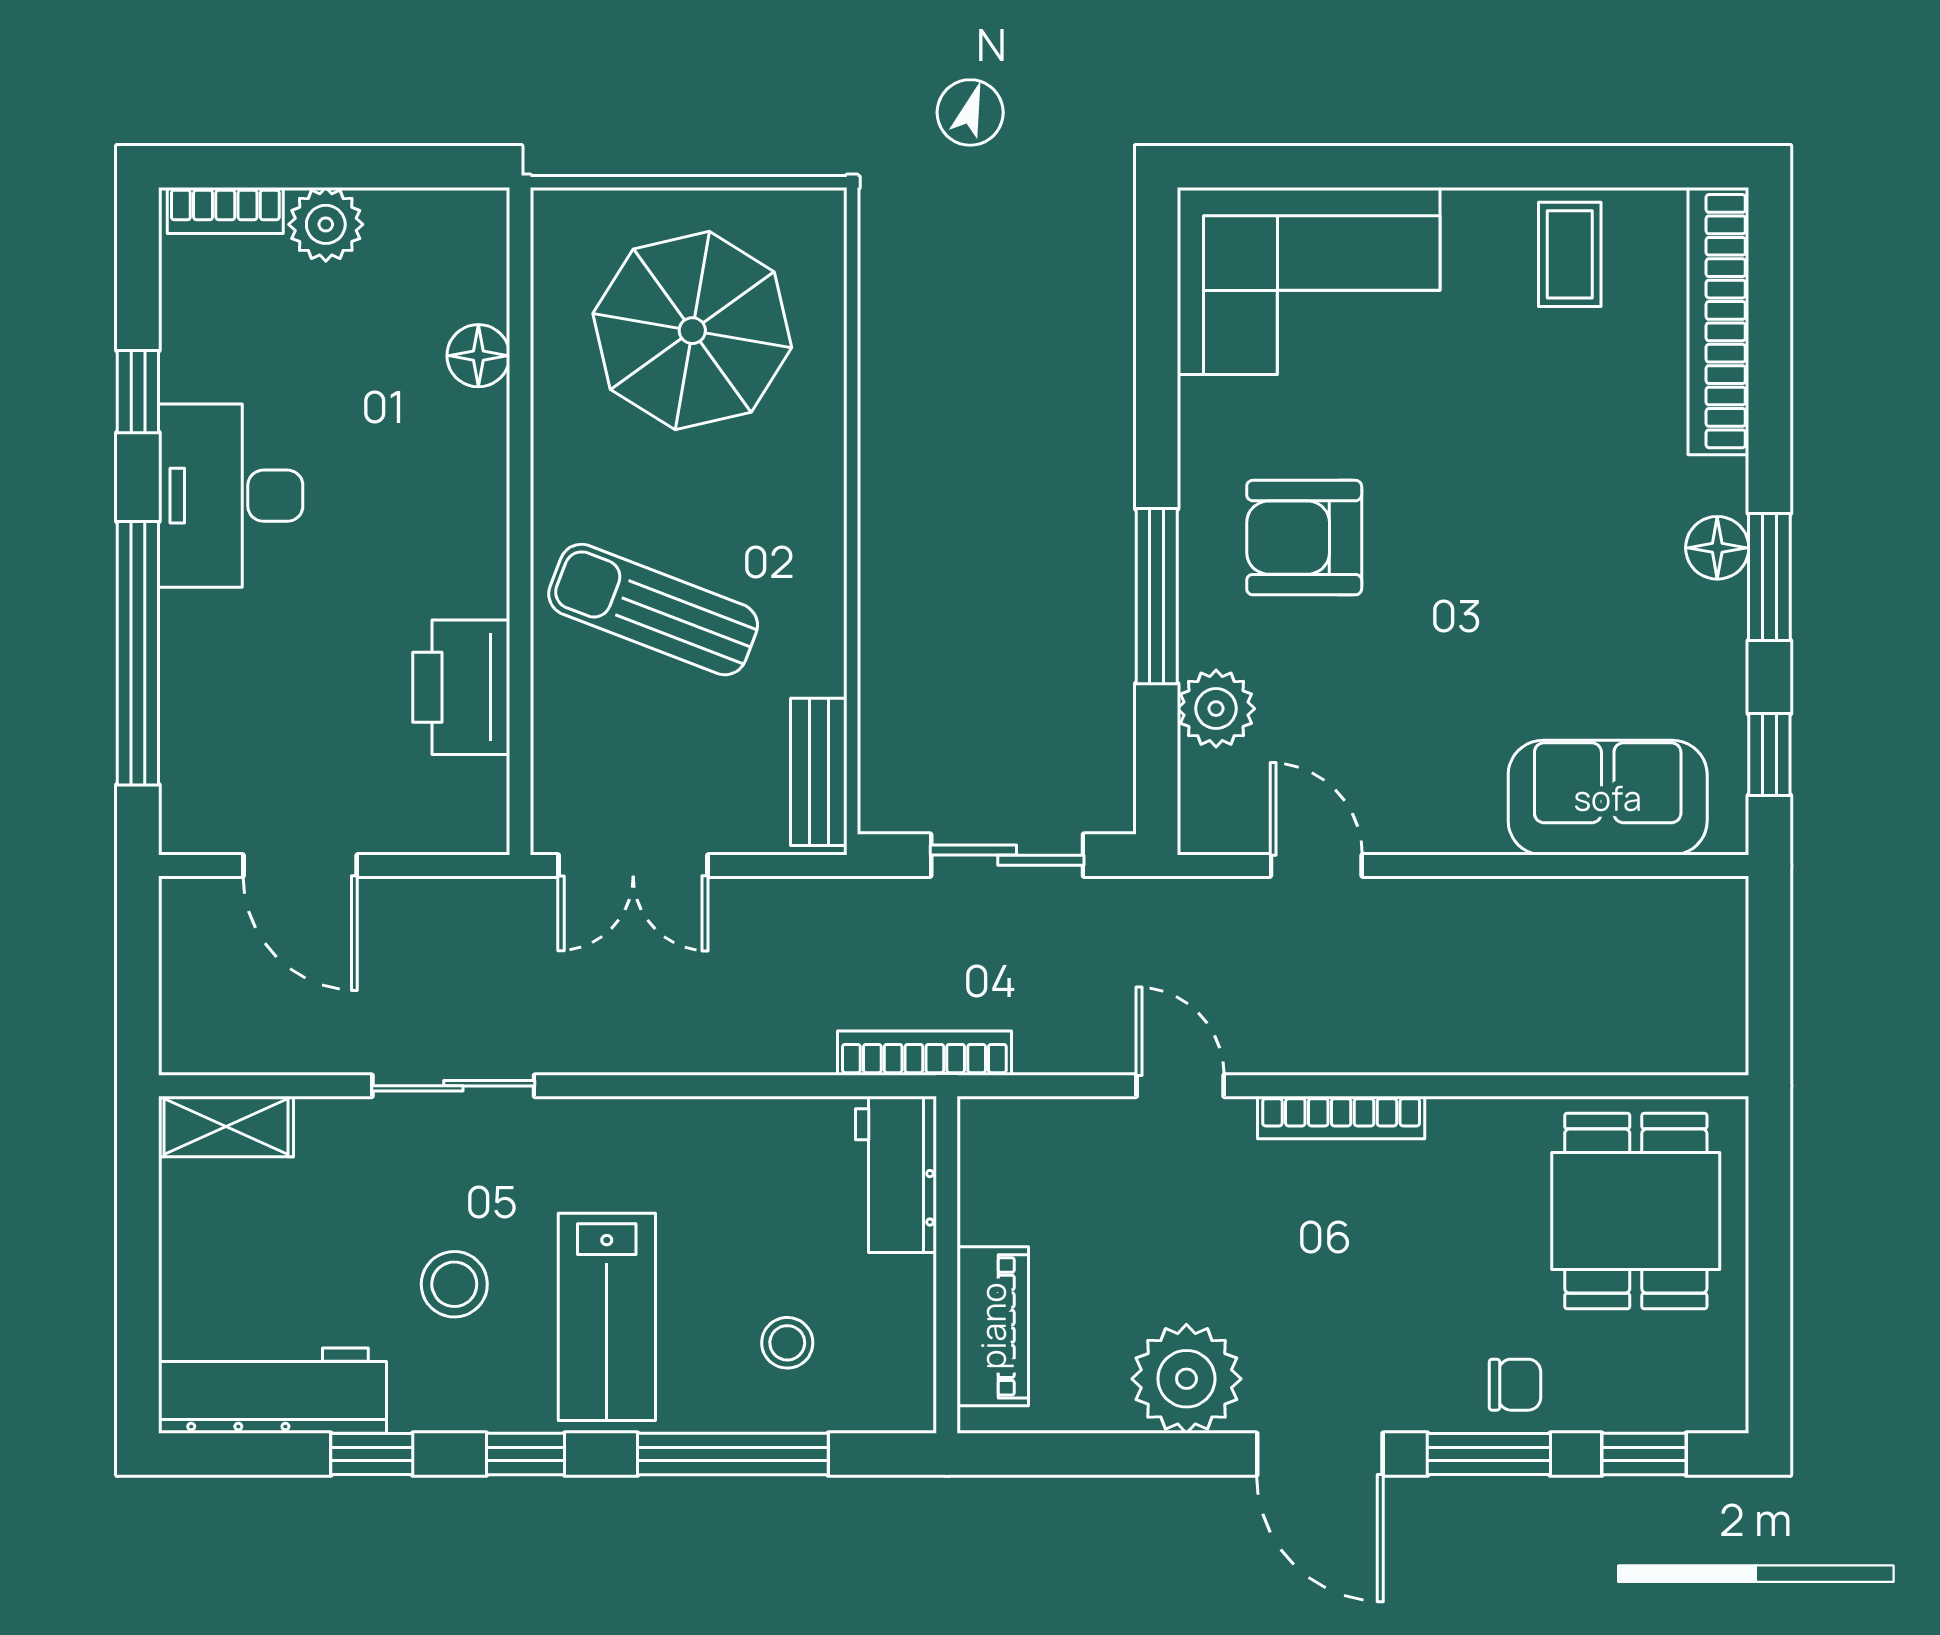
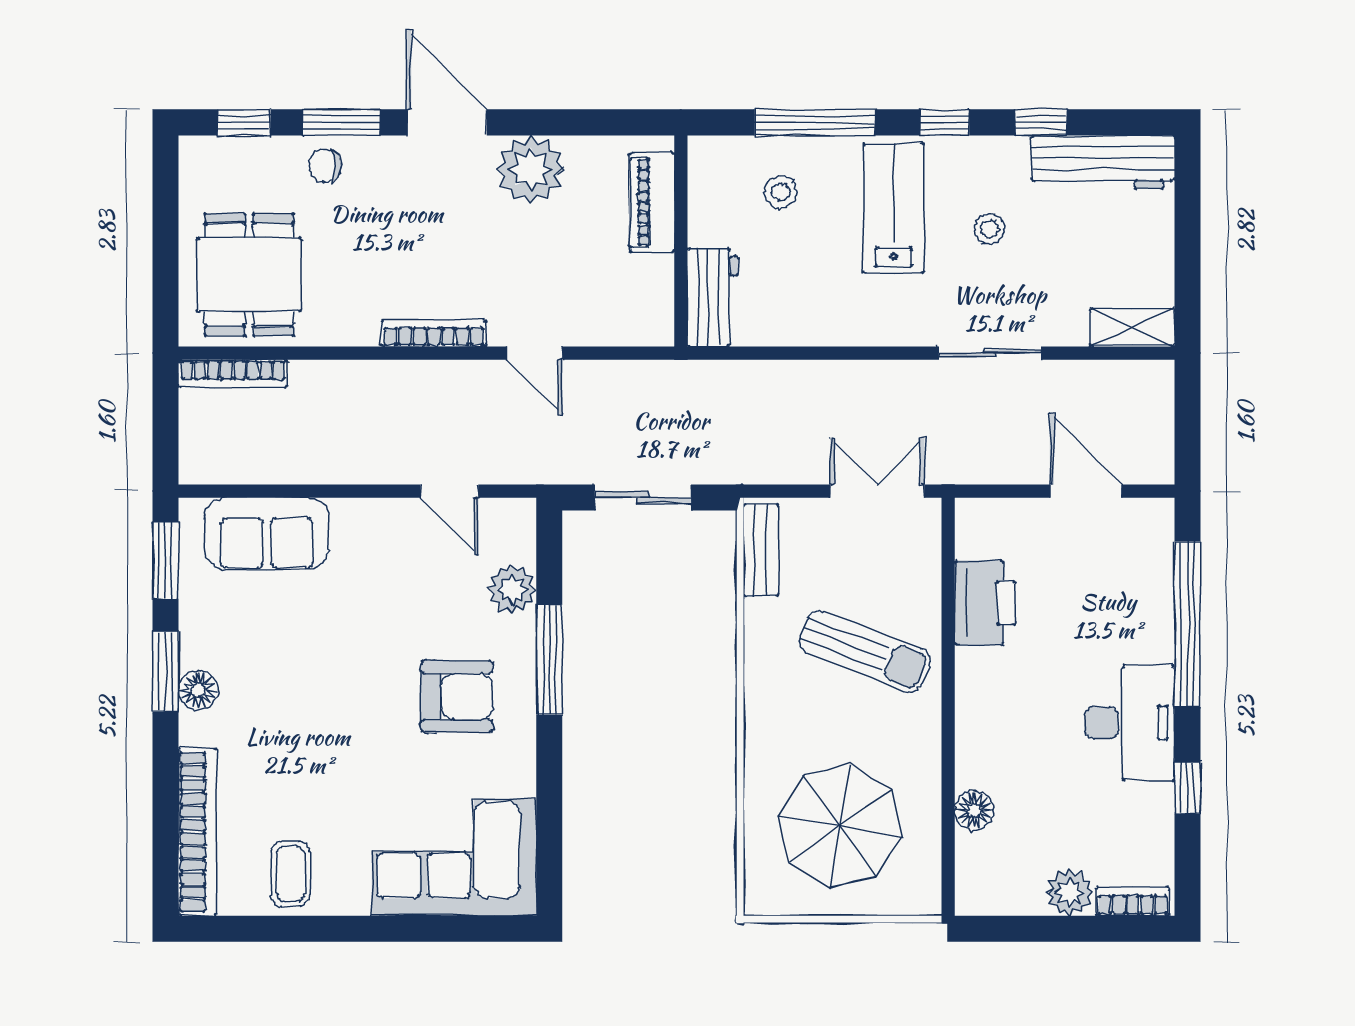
window: (1769, 755) -> (165, 561), width x1.50
bookcase: (924, 1053) -> (233, 373), moved
stool: (454, 1284) -> (989, 229), width x0.73, depth x0.73

